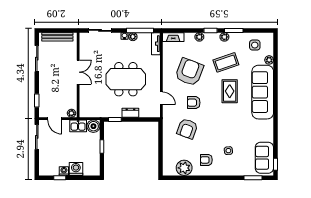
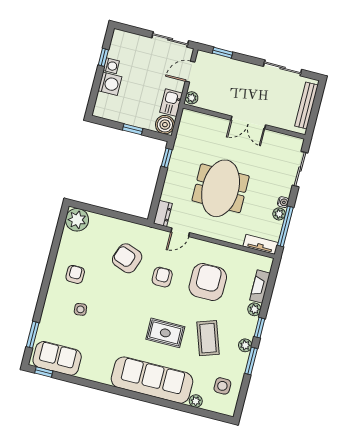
fireplace: (173, 37) -> (260, 287), moved
armchair: (189, 72) -> (208, 282), turned -111
dresser: (130, 113) -> (163, 213), moved
plant: (184, 168) -> (77, 220), moved

